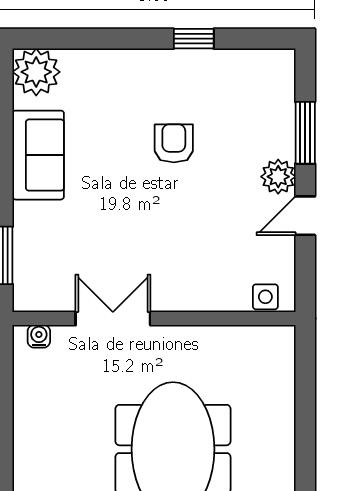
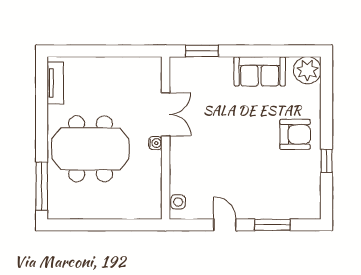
armchair: (174, 143) -> (295, 134), moved, width x1.38, depth x1.38
plant: (278, 177) -> (247, 209), removed
water cooler: (39, 336) -> (155, 143), moved

